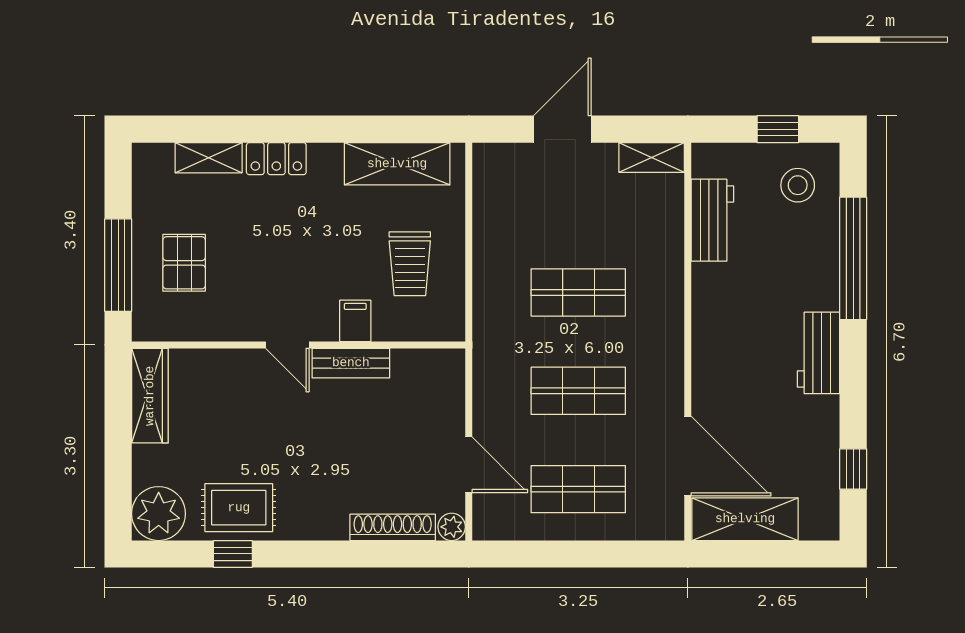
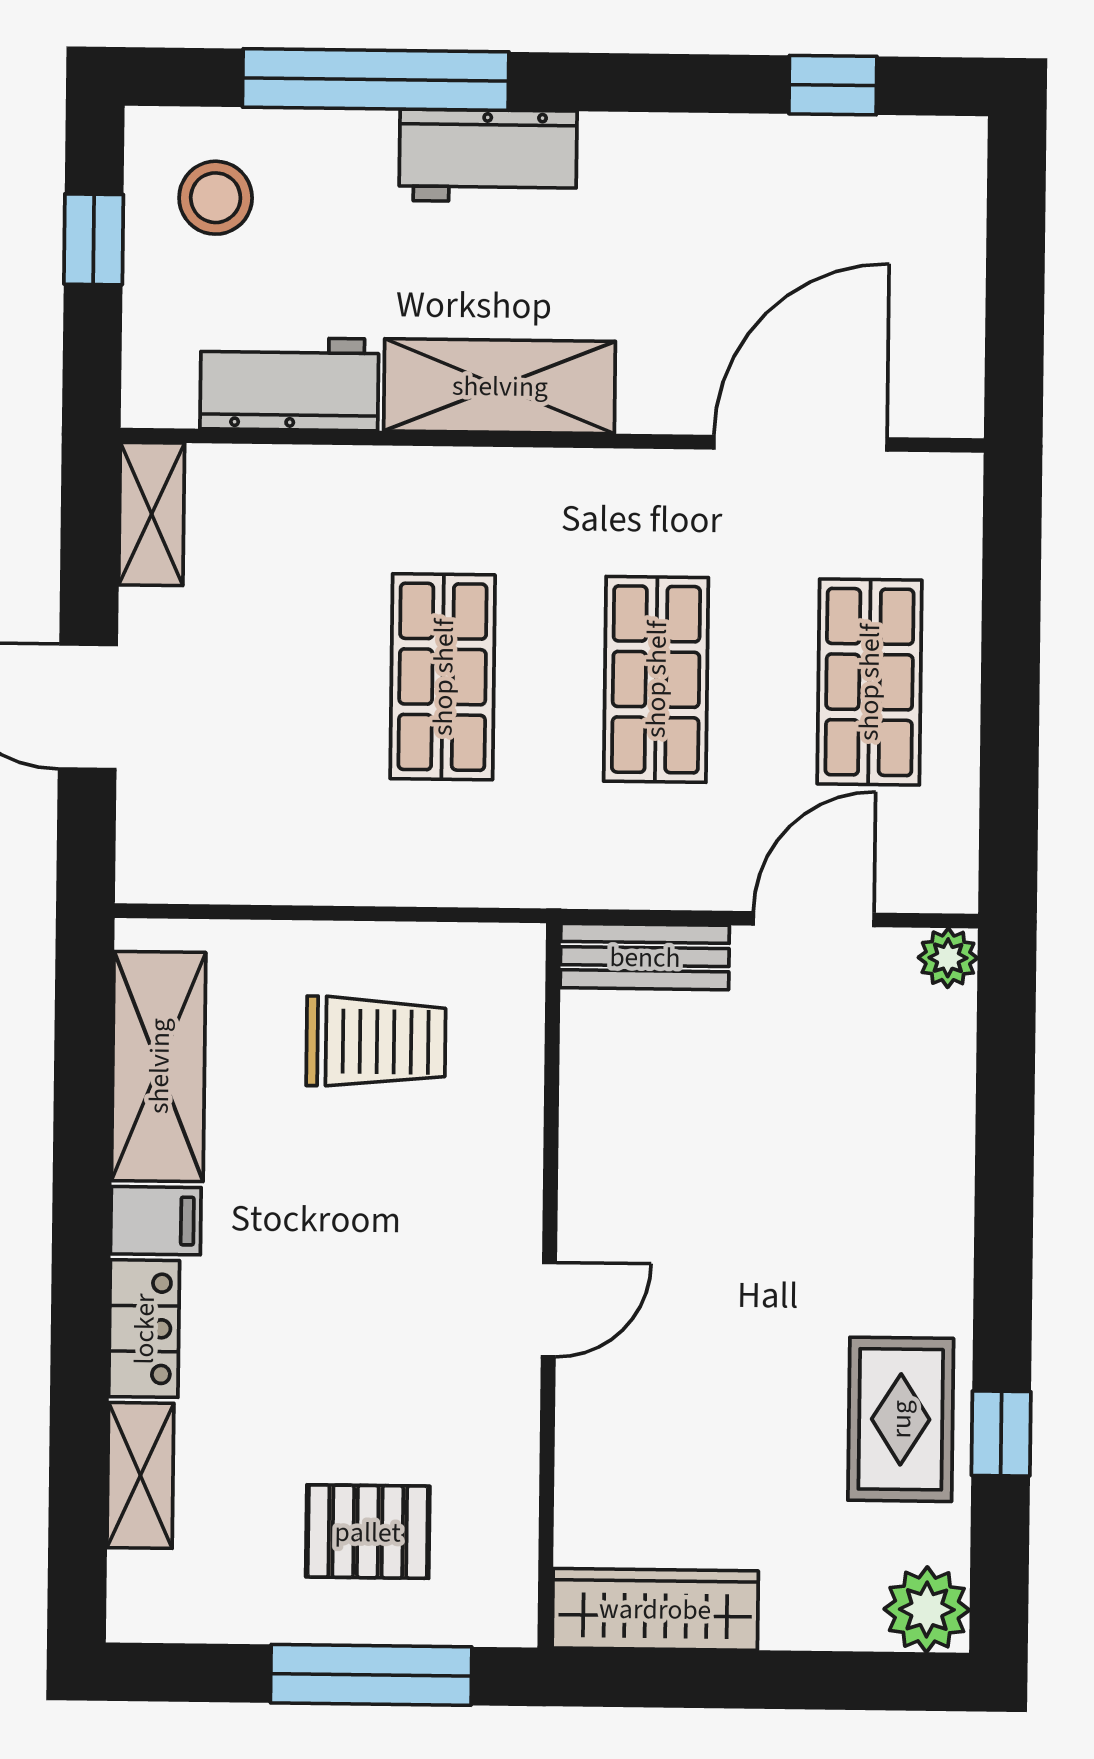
filing cabinet: (355, 321) -> (156, 1221), moved, turned 180
workbench: (818, 353) -> (488, 156), moved
bench: (351, 363) -> (645, 957), moved, turned 90
plant: (159, 514) -> (927, 1610), width x0.73, depth x0.73
shelving: (745, 519) -> (500, 386), moved, turned 90
shoe rack: (393, 527) -> (947, 1086), removed

